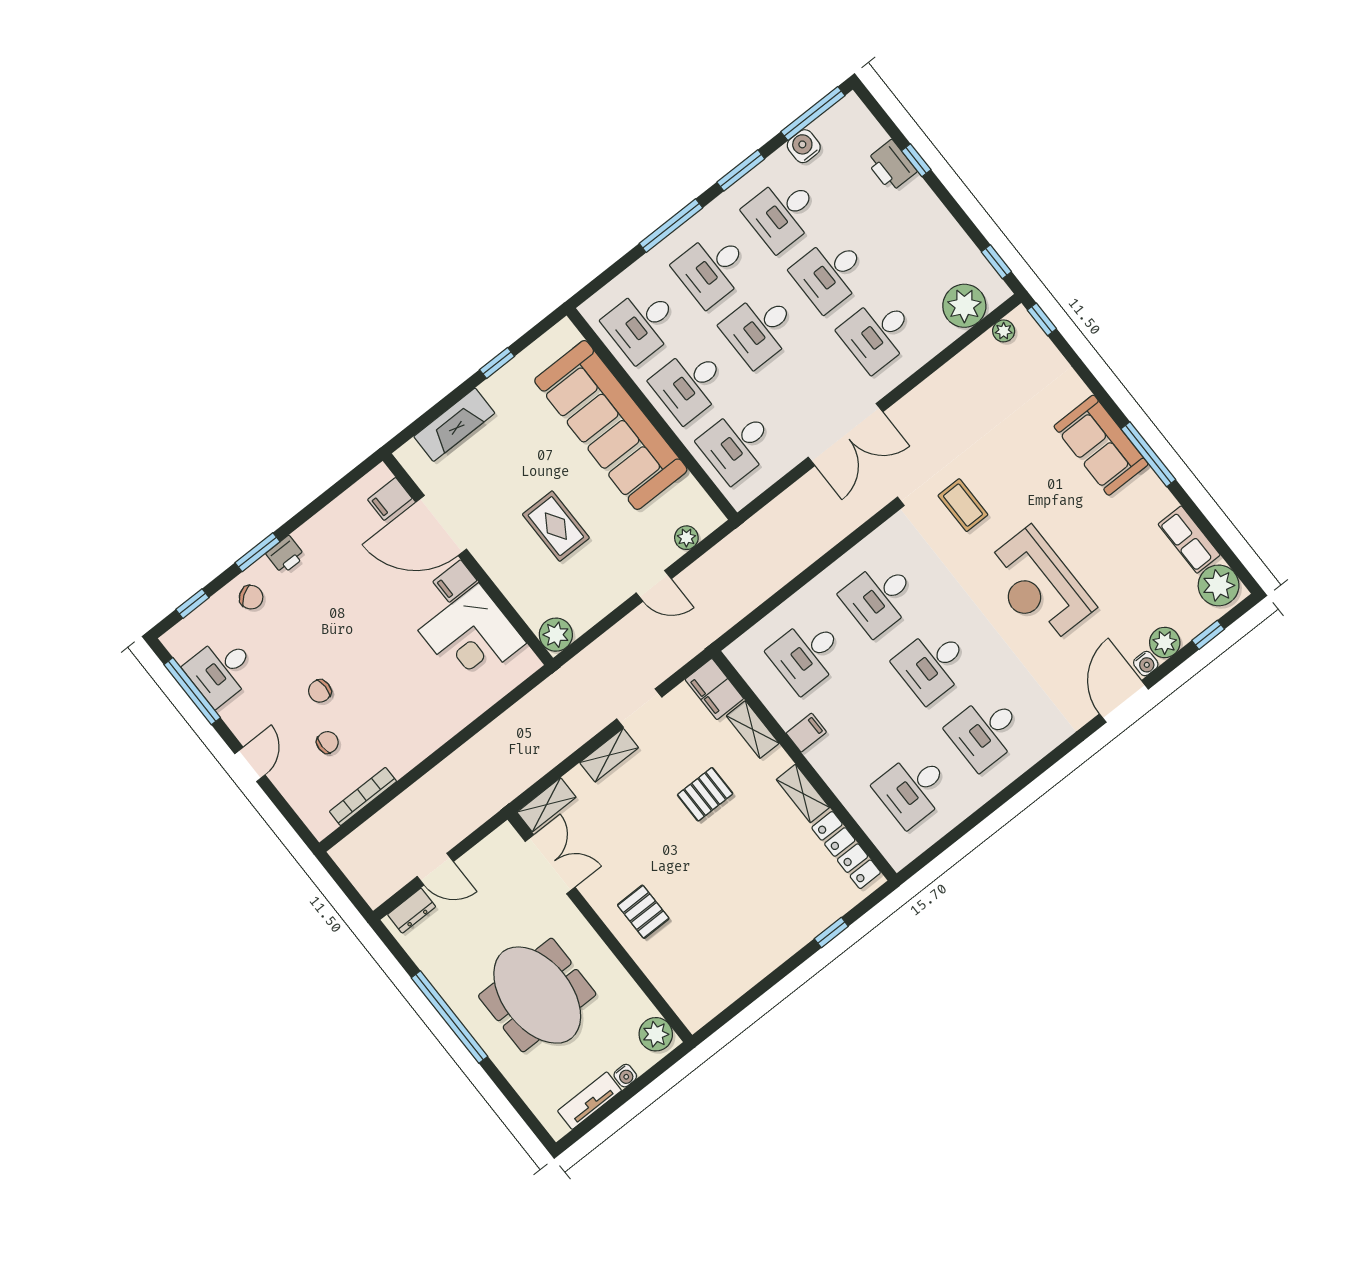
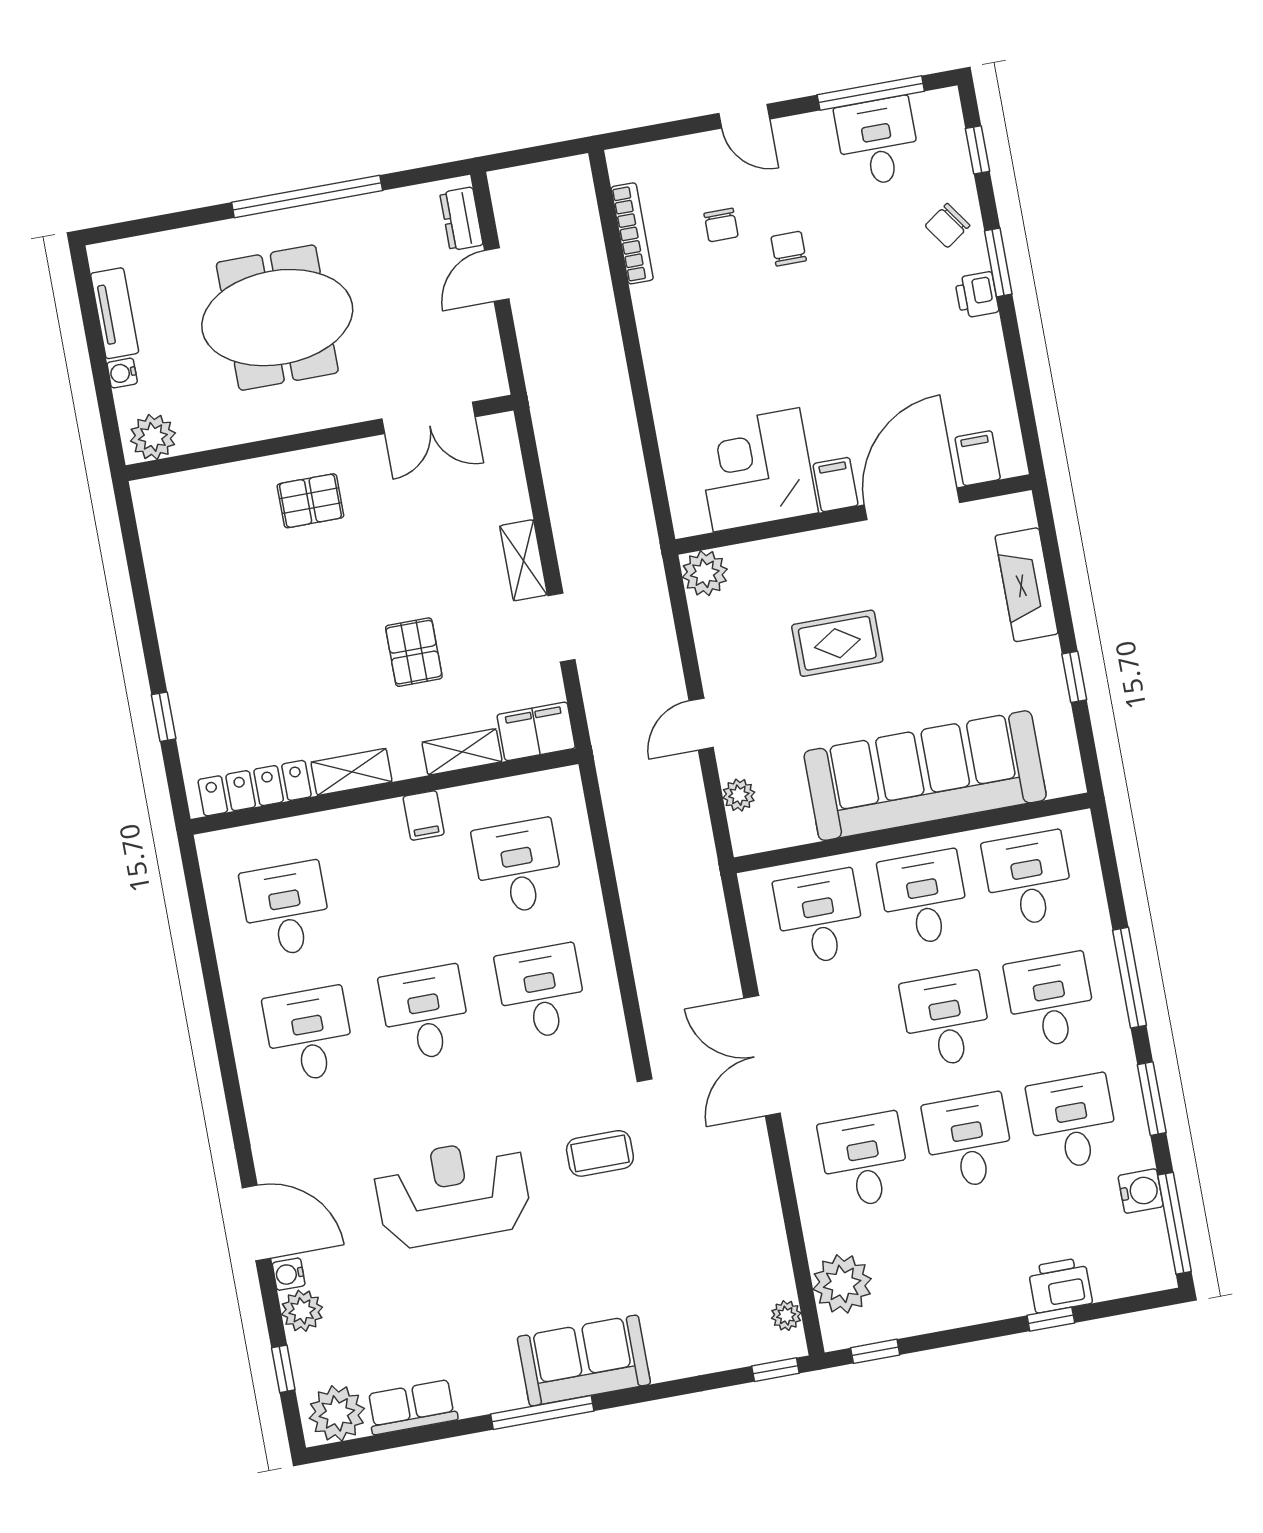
shelving: (546, 805) -> (503, 452), removed

